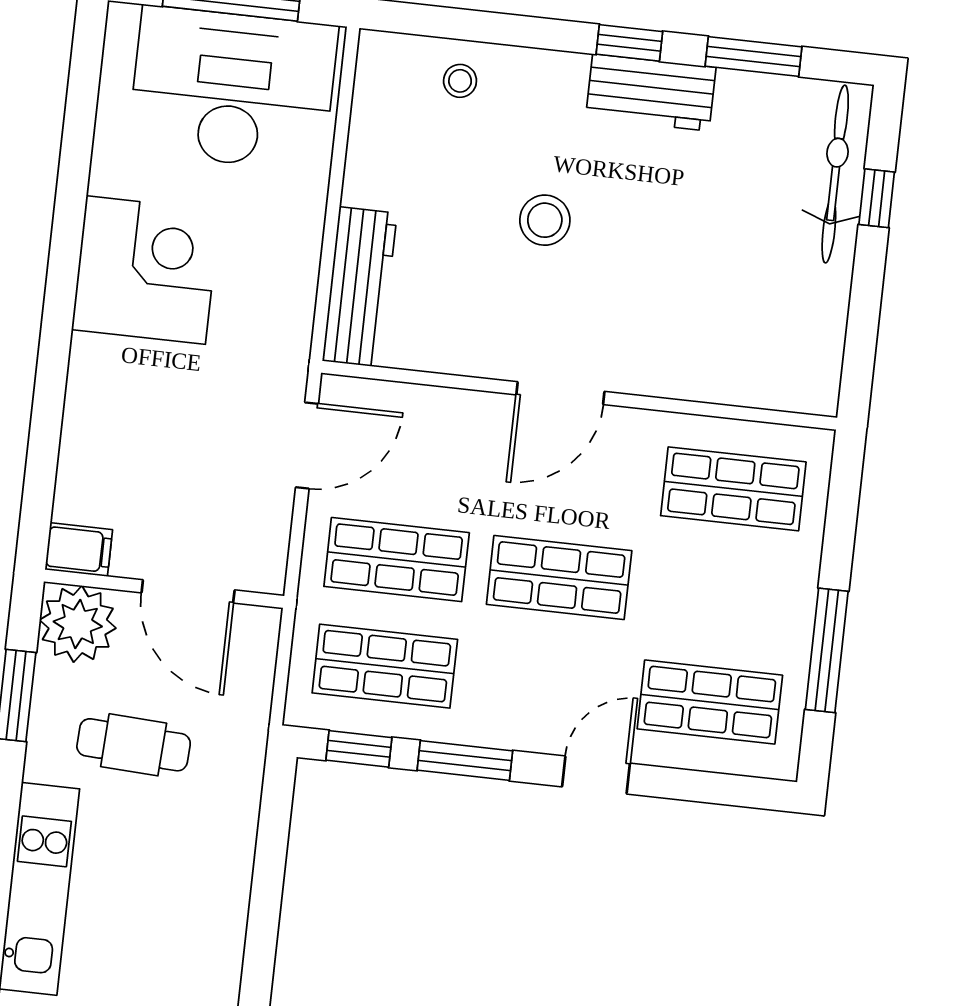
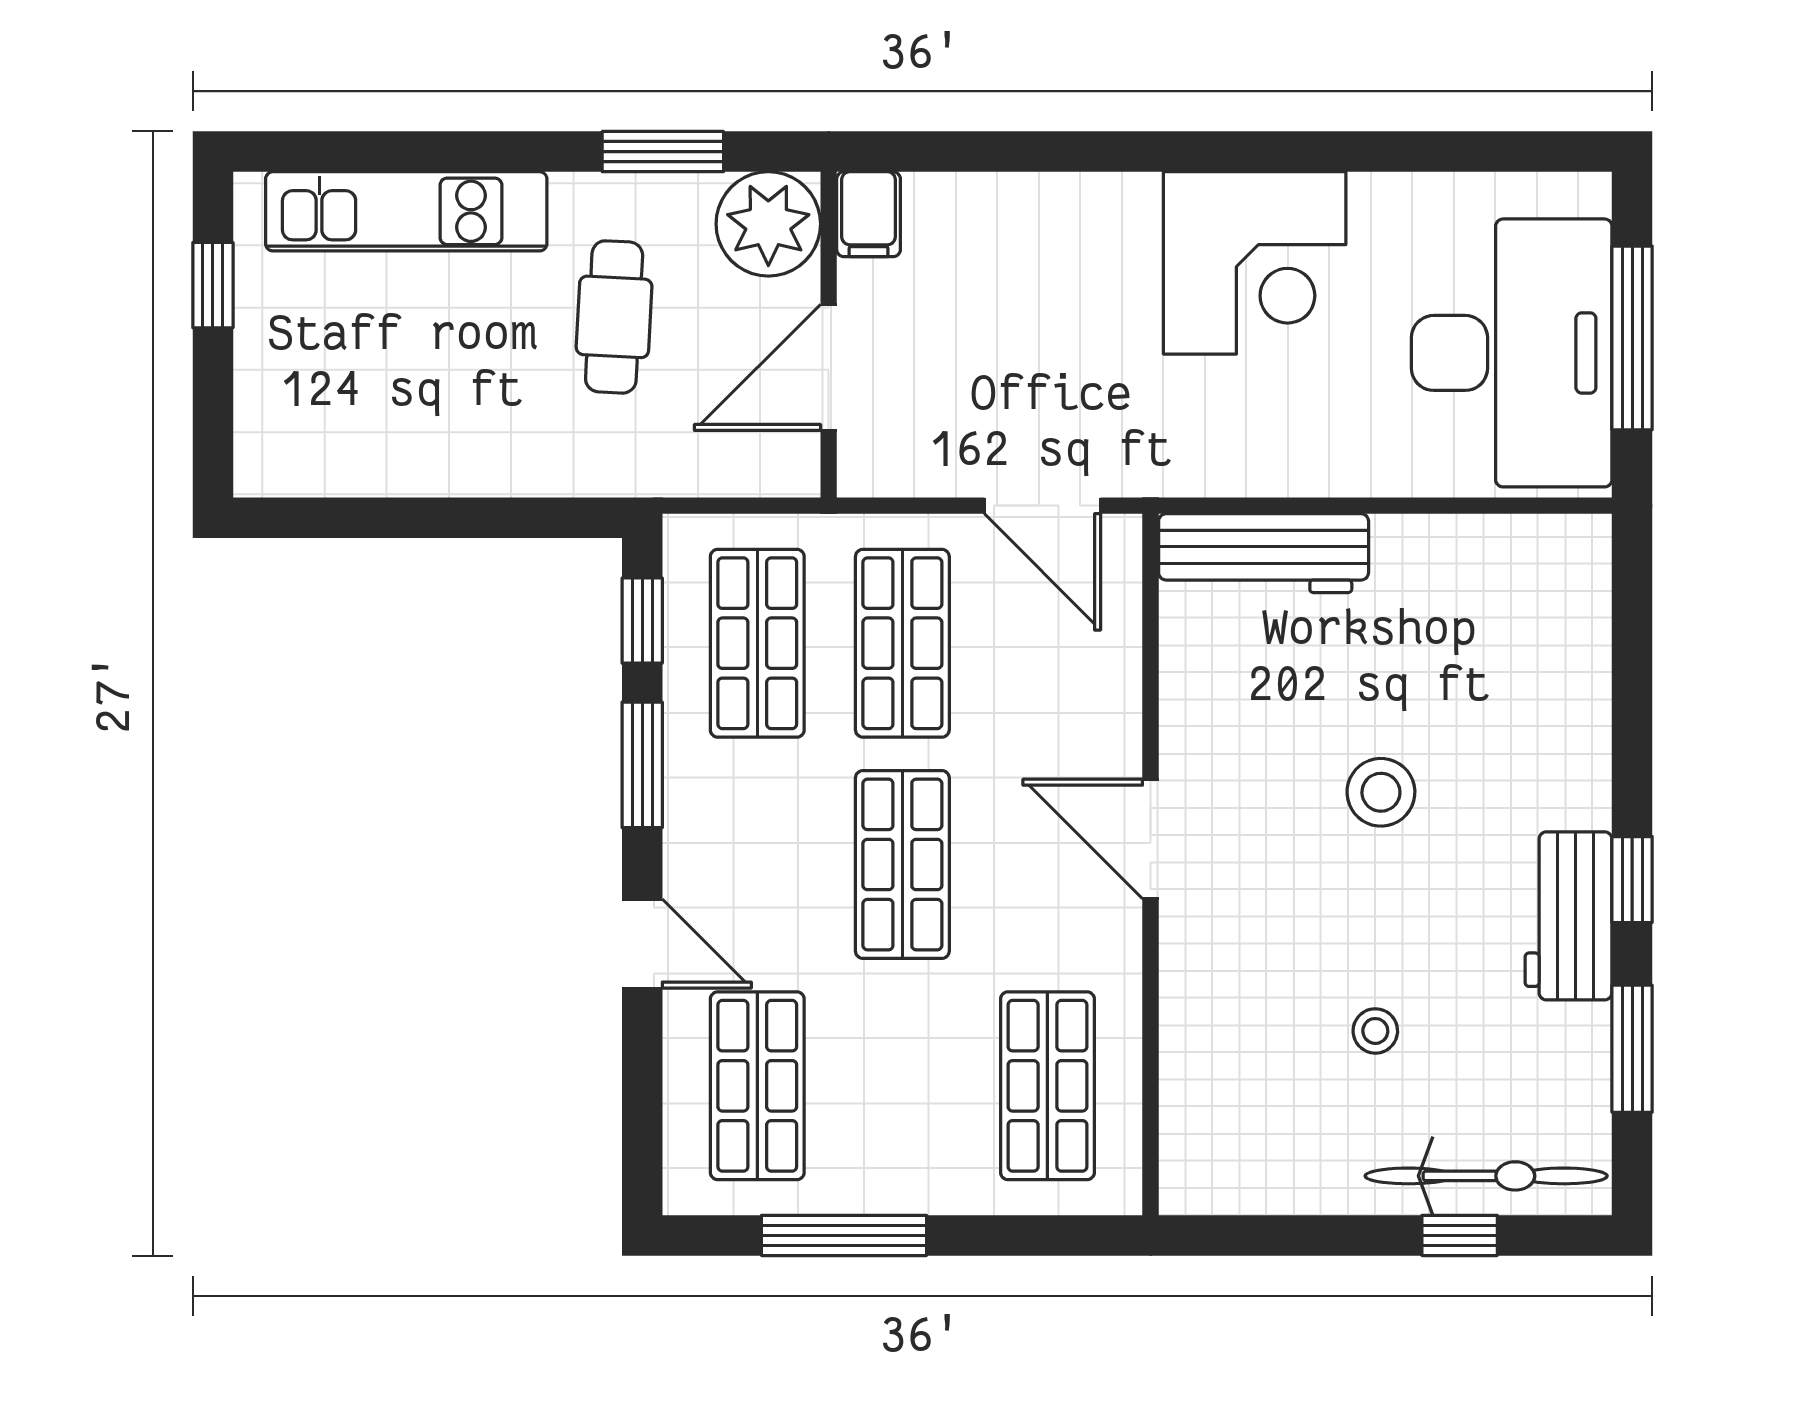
stool: (460, 81) -> (1375, 1031), moved

